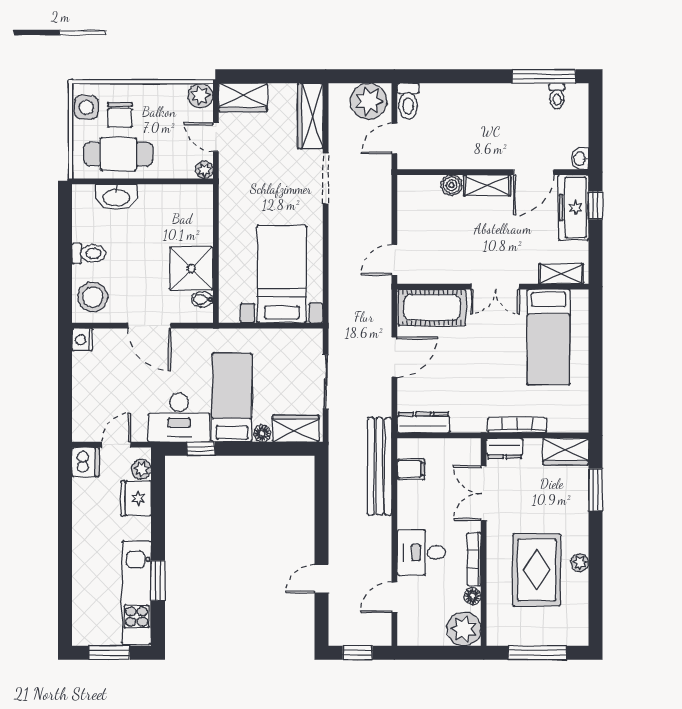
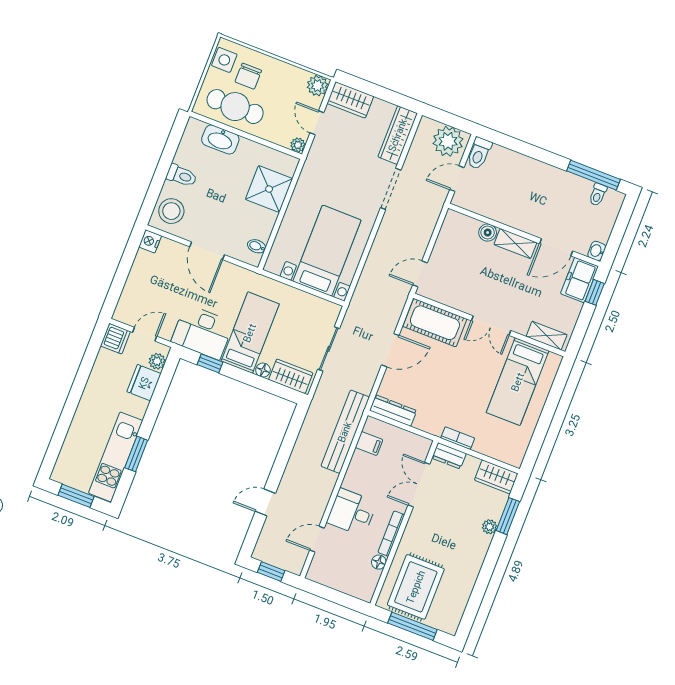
freezer: (573, 208) -> (579, 280), width x0.71
shower: (191, 268) -> (269, 189), moved
bookcase: (517, 425) -> (458, 438), width x0.64
plant: (580, 563) -> (490, 527), moved
rug: (537, 570) -> (416, 587), moved
plant: (464, 629) -> (362, 585), removed

